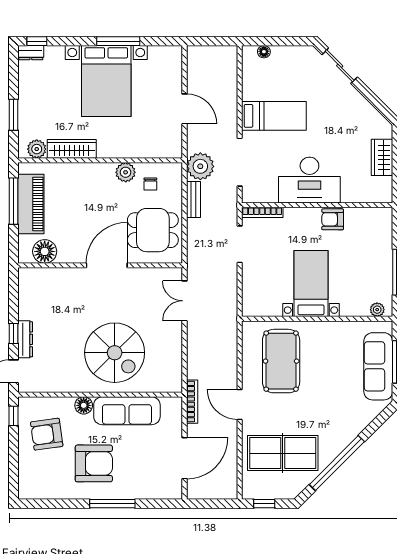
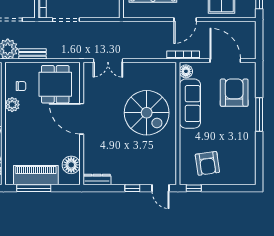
dresser: (25, 339) -> (97, 179), moved
spiral stairs: (115, 353) -> (147, 113), turned 90
floor lamp: (84, 405) -> (186, 71), moved
armchair: (94, 463) -> (234, 93), moved

